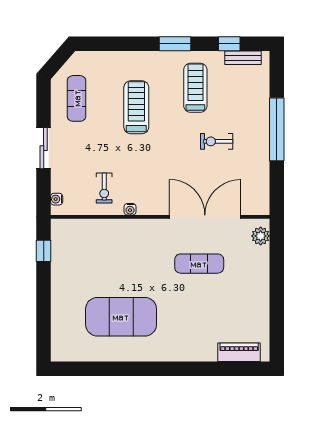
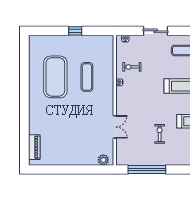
window: (277, 129) -> (147, 170), moved
double door: (205, 217) -> (115, 127), width x0.54
window: (44, 251) -> (75, 31), moved
exercise mat: (199, 264) -> (87, 77), moved

